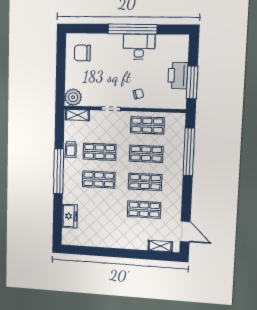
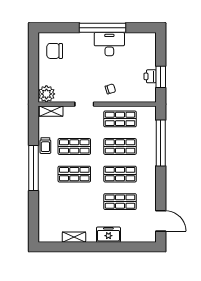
printer: (178, 75) -> (150, 76), width x0.53, depth x0.68
window: (192, 82) -> (161, 77), width x0.69
freezer: (70, 216) -> (108, 235), moved, turned -90
shelving: (160, 246) -> (74, 237), moved

